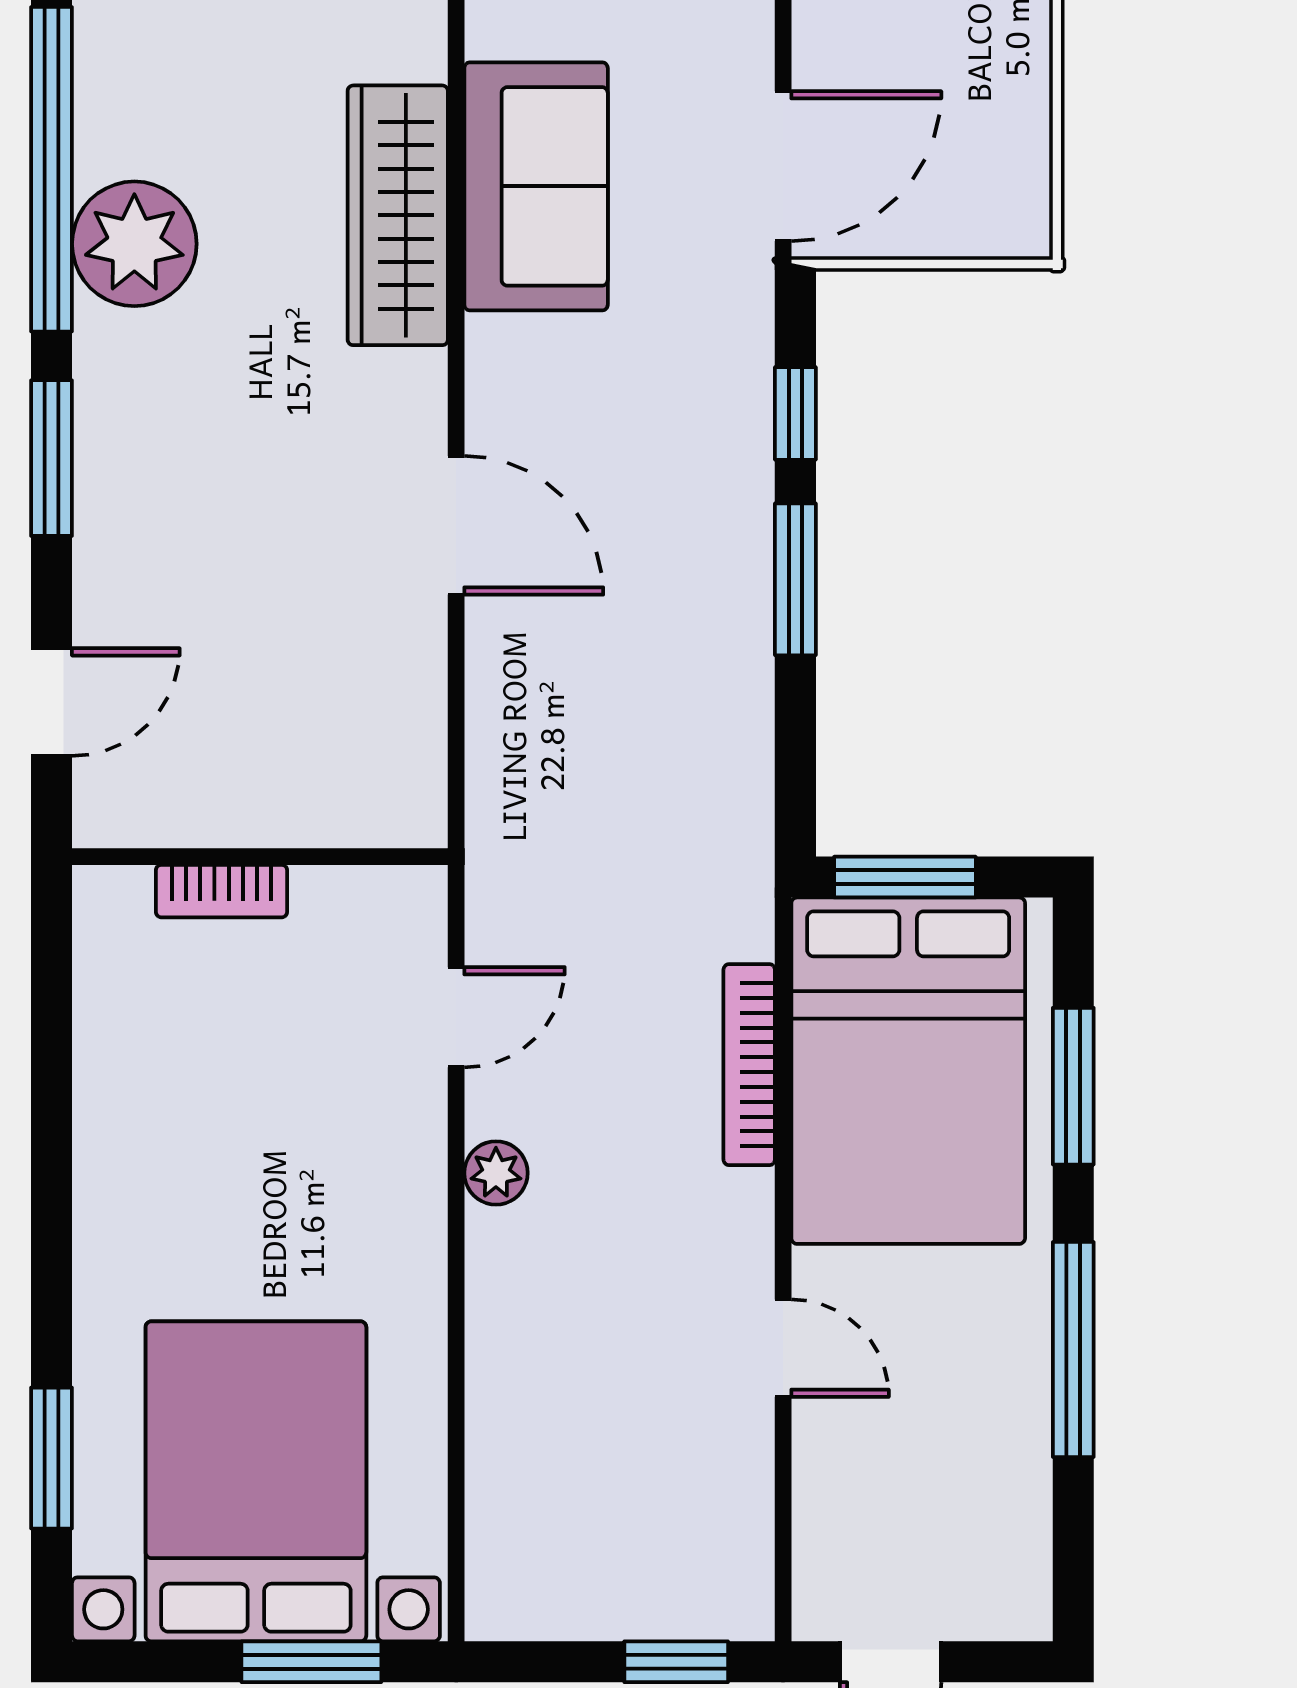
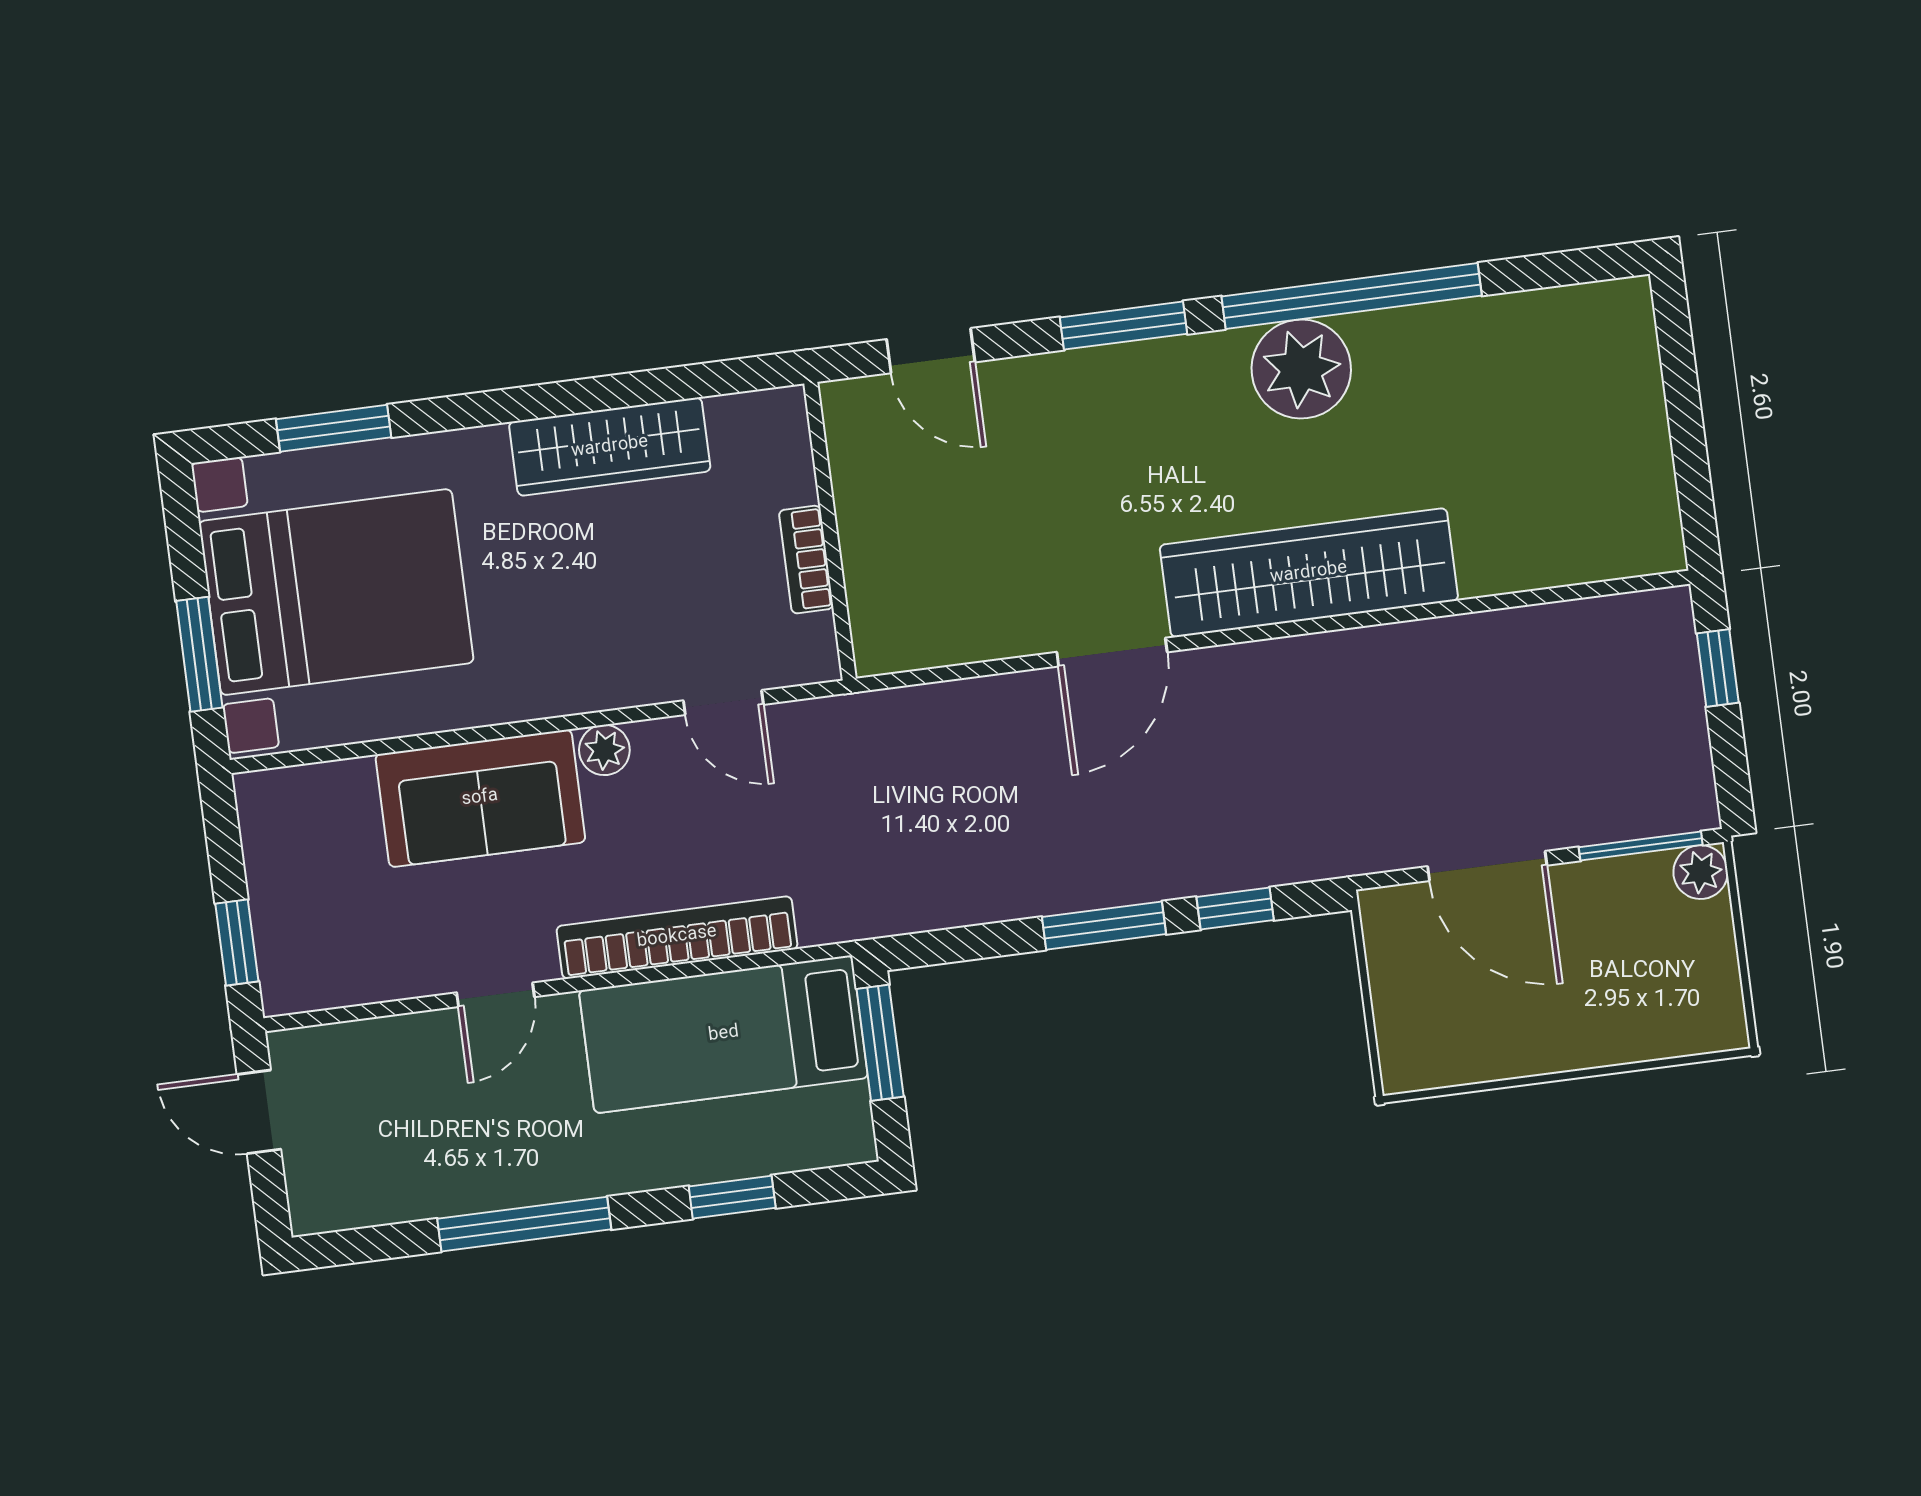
door: (783, 166) -> (1487, 866), moved
sofa: (536, 186) -> (480, 798), moved
wardrobe: (398, 215) -> (1309, 573), width x1.40, depth x1.17
bookcase: (221, 891) -> (806, 560), moved
bookcase: (749, 1065) -> (677, 937), width x1.48, depth x1.31
bed: (908, 1071) -> (724, 1034), width x0.67
window: (1073, 1086) -> (732, 1197), width x0.67
wardrobe: (119, 1117) -> (610, 447), added

